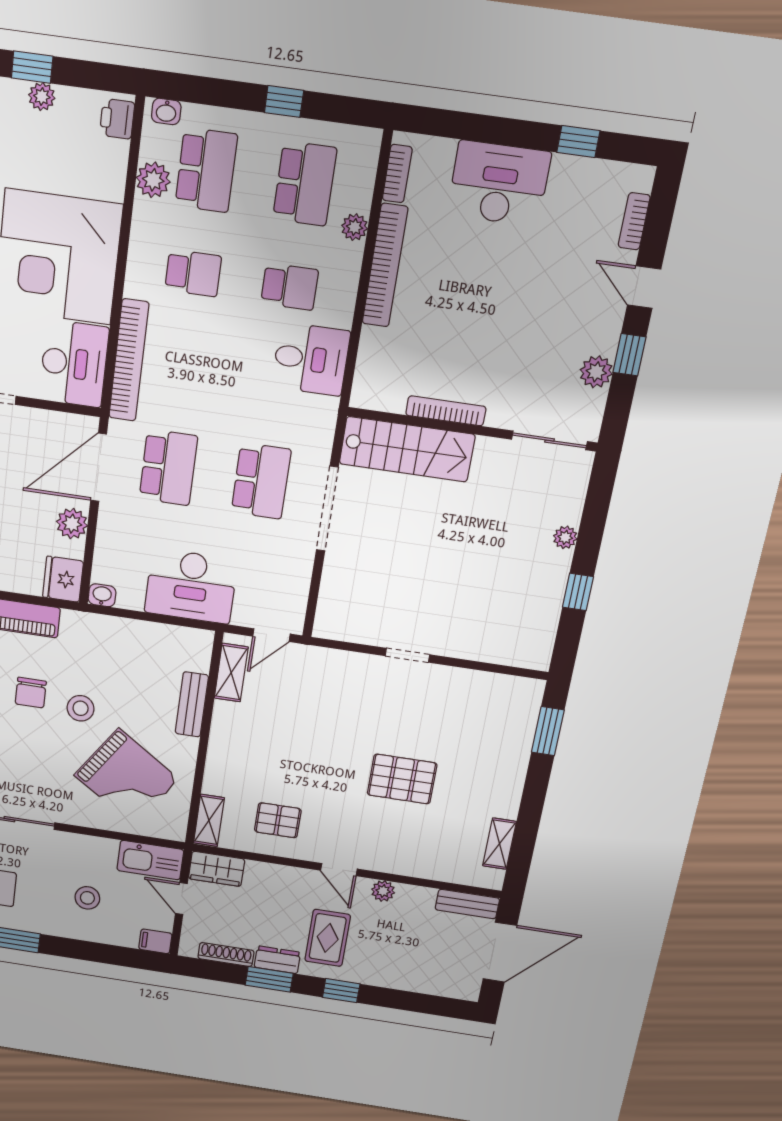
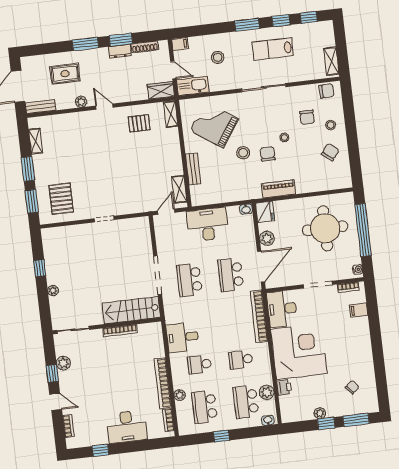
printer: (117, 119) -> (284, 387), moved
pallet: (402, 779) -> (61, 199), moved, turned 90
window: (534, 796) -> (28, 169), added
rug: (328, 938) -> (65, 74), moved, turned 90
window: (341, 991) -> (85, 44), width x1.50

